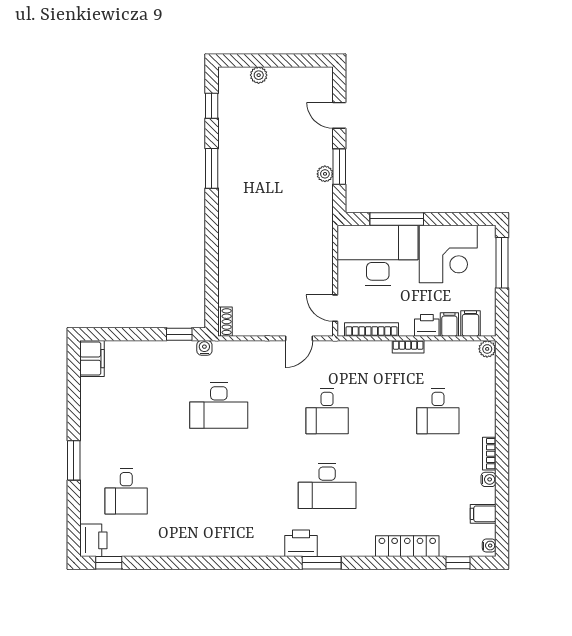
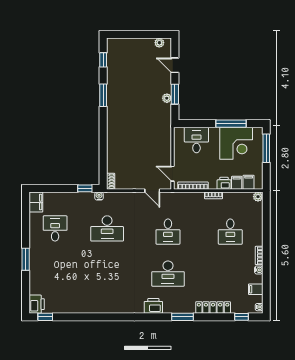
plant: (259, 75) -> (159, 43), moved
window: (397, 219) -> (231, 124), moved
desk: (378, 255) -> (196, 140), width x0.53, depth x0.77
door: (299, 338) -> (152, 191), hinge flipped
desk: (126, 491) -> (55, 228), moved, turned 180
window: (322, 563) -> (183, 317), moved

